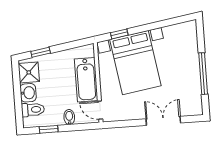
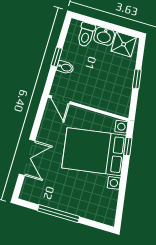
window: (41, 52) -> (137, 79), moved
bathtub: (86, 80) -> (96, 97), removed
door: (100, 110) -> (61, 100), swing flipped
window: (49, 129) -> (57, 57), moved

